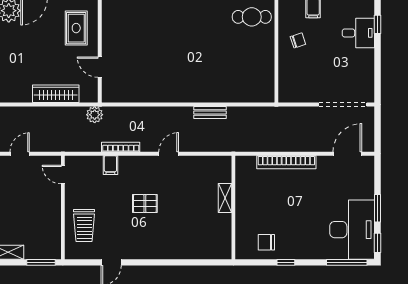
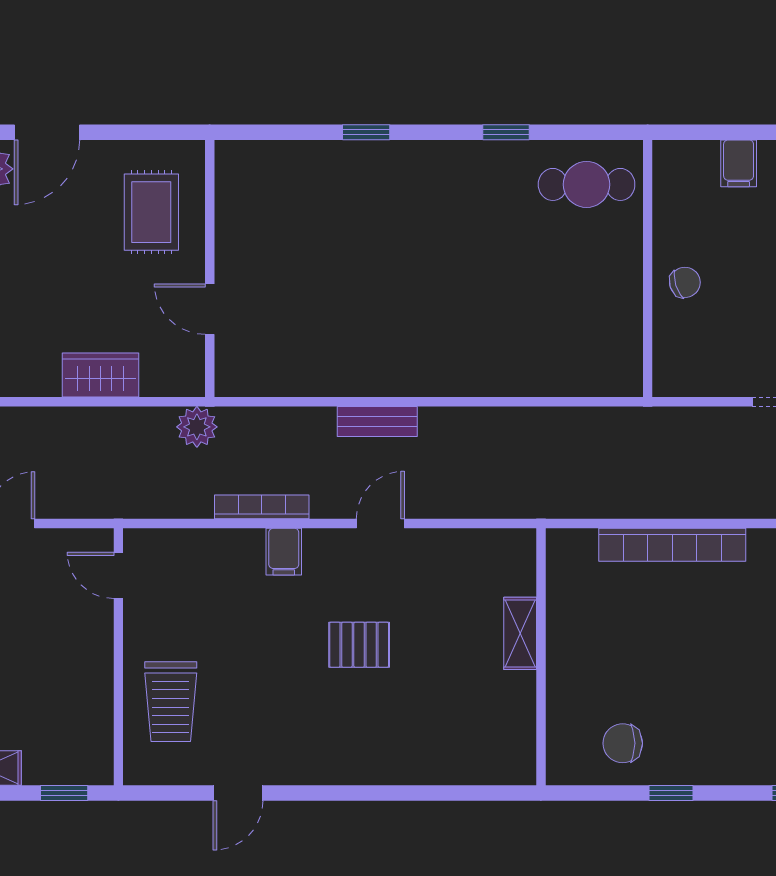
chair: (298, 40) -> (685, 282), moved
wardrobe: (56, 94) -> (101, 375), width x0.67
bench: (210, 113) -> (377, 421), moved
filing cabinet: (110, 165) -> (284, 552), moved
pallet: (145, 204) -> (359, 645), moved
window: (41, 262) -> (64, 793), width x0.67

